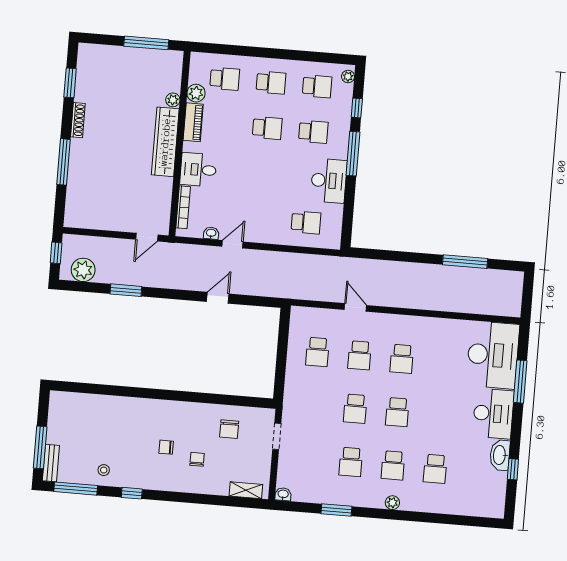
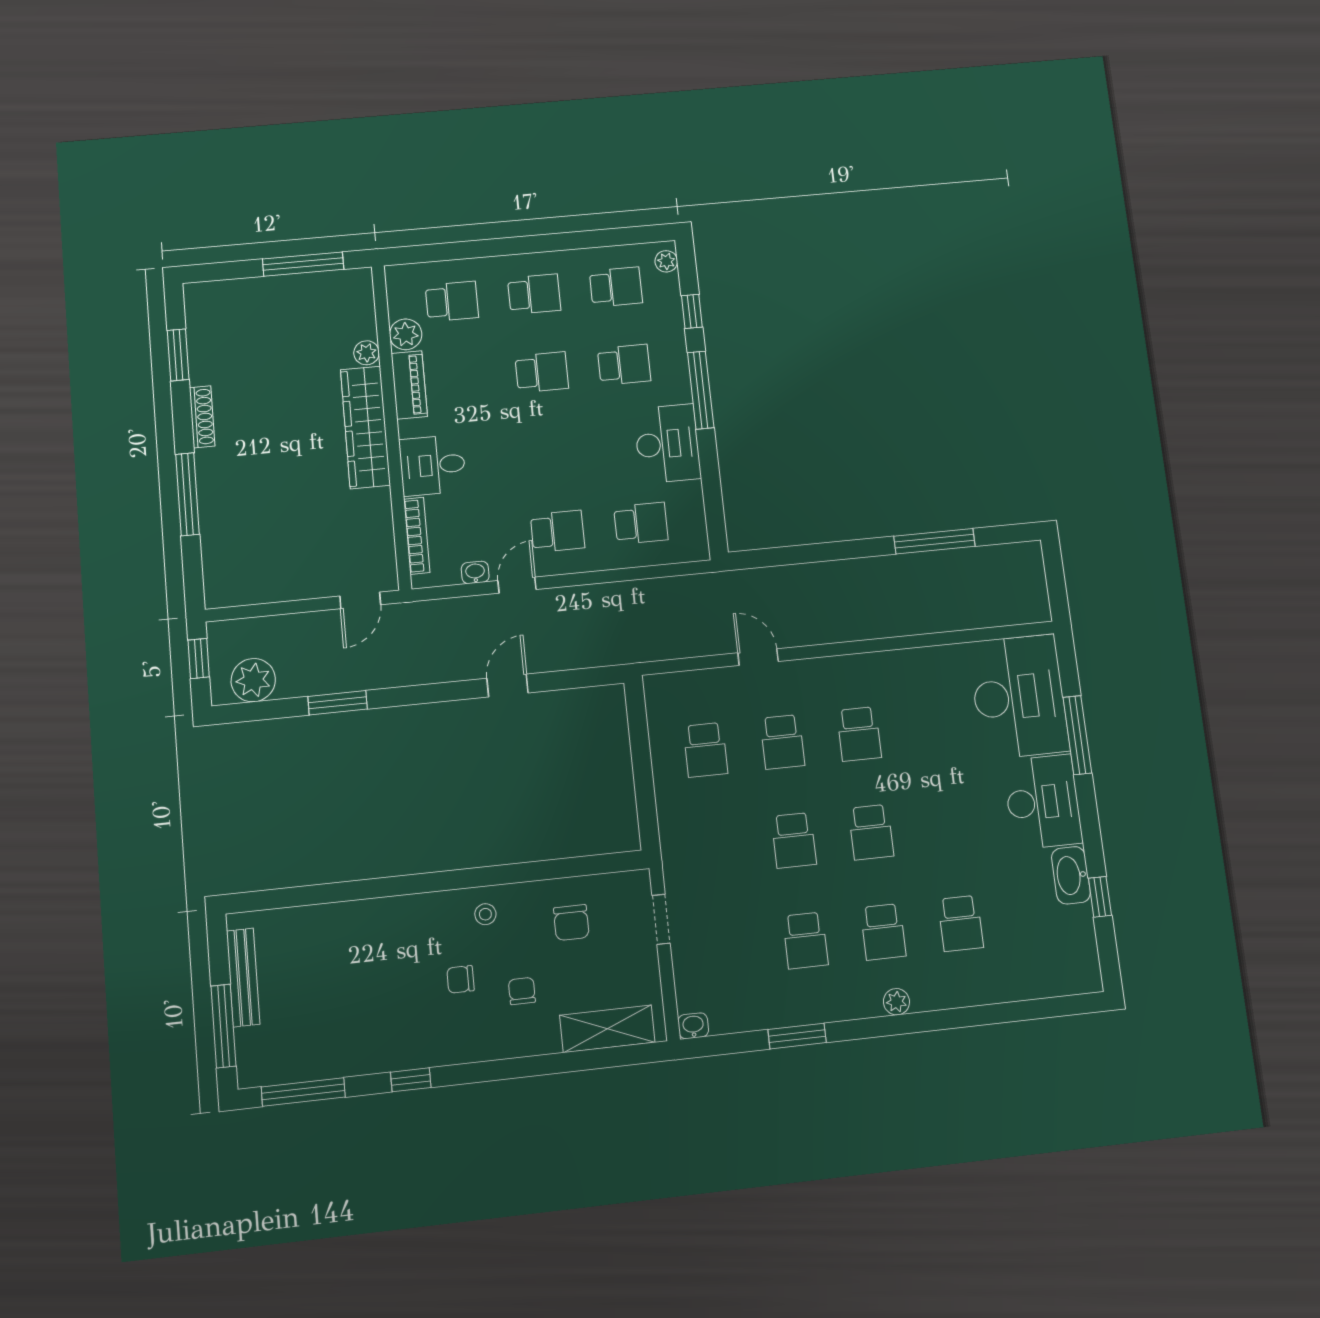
school desk: (260, 219) -> (558, 531), added
bench: (51, 463) -> (243, 977), moved, width x1.36
stool: (104, 470) -> (485, 914), moved
shelving: (246, 490) -> (607, 1029), width x1.50, depth x1.33

